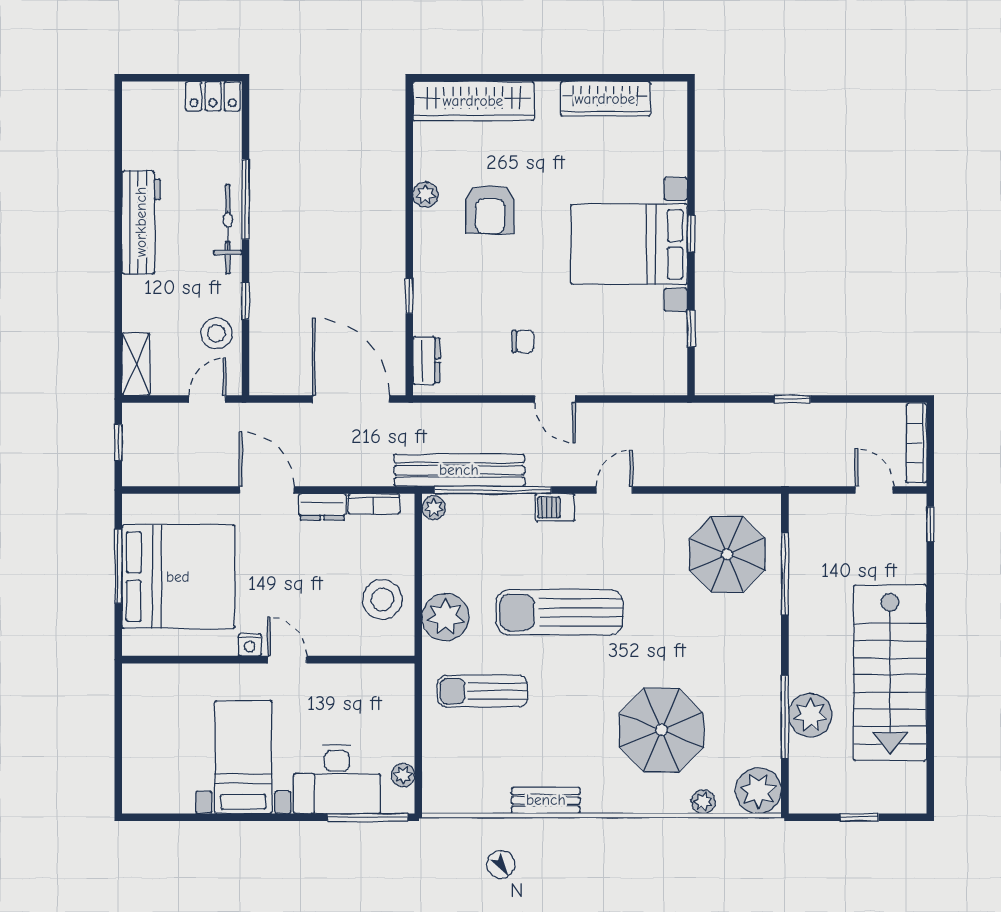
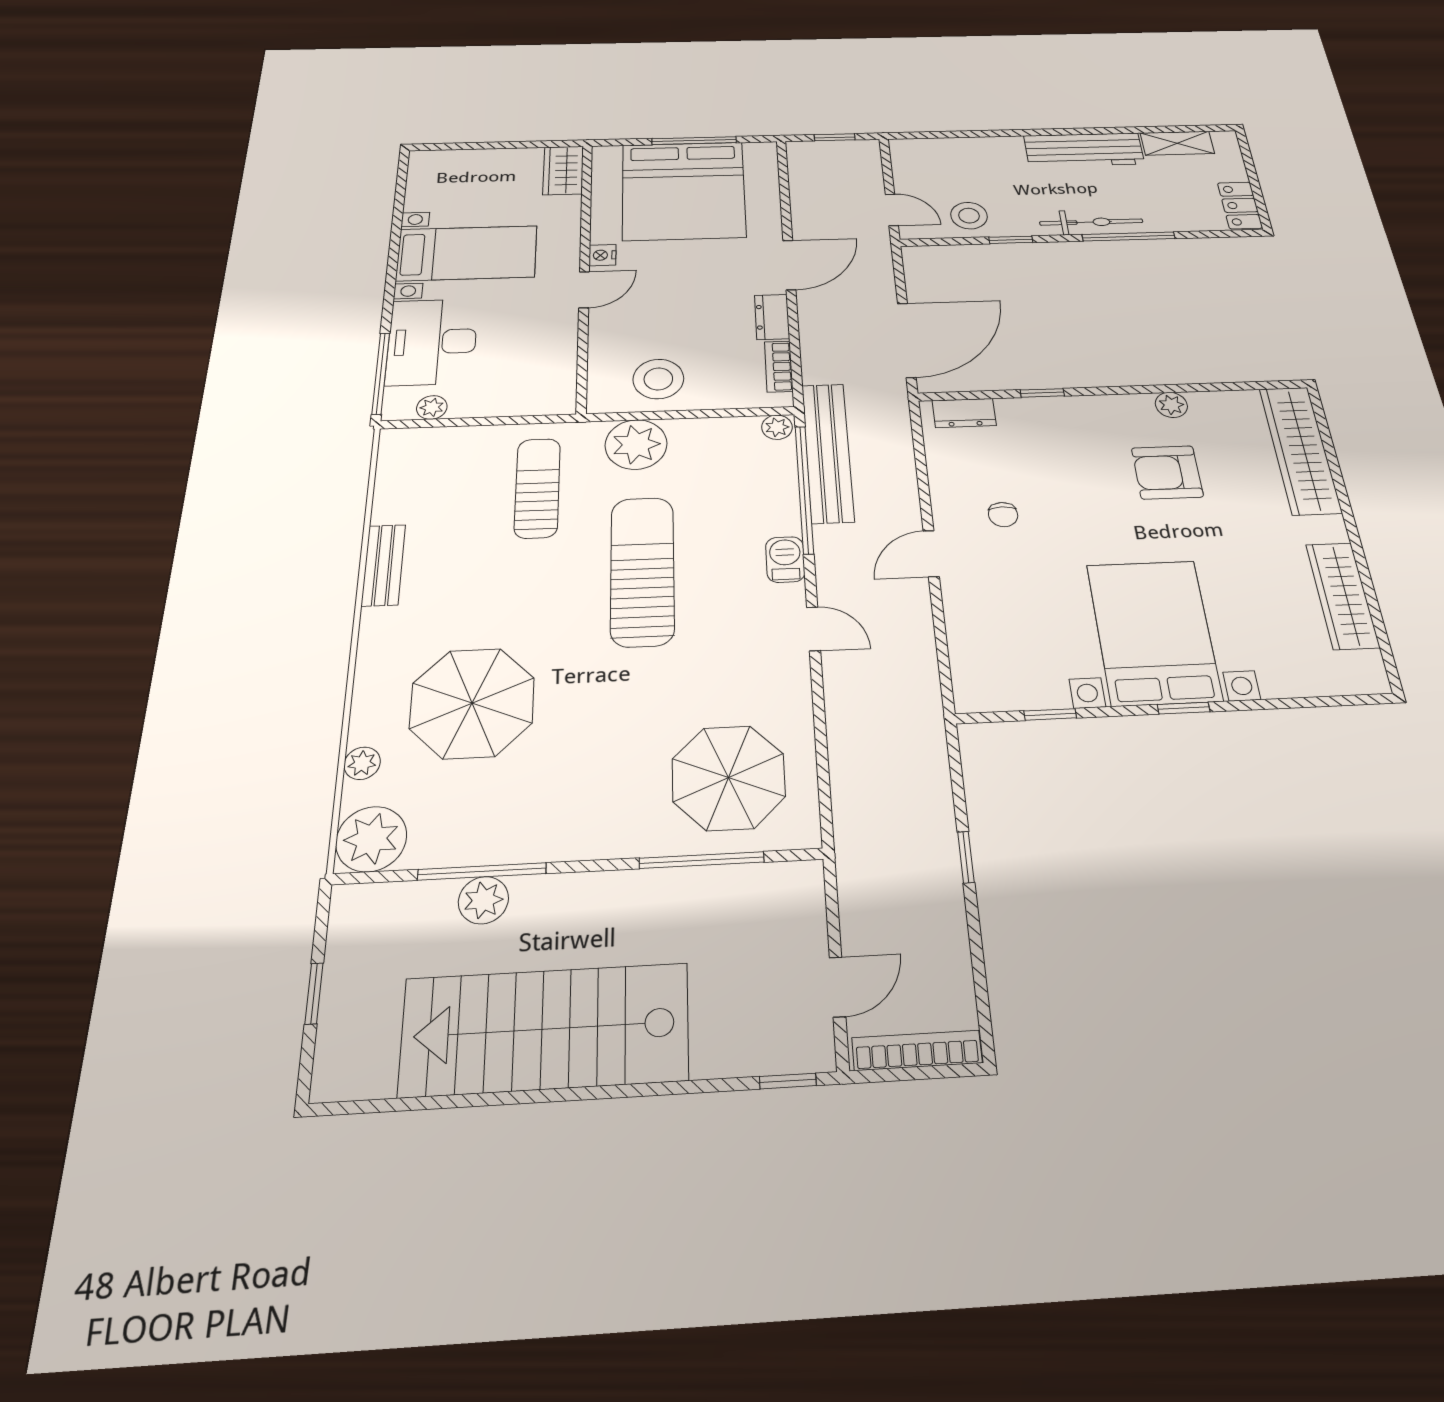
shelving: (136, 364) -> (1177, 143), moved
wardrobe: (151, 680) -> (563, 170), added
plant: (810, 715) -> (483, 900), width x0.73, depth x0.73

